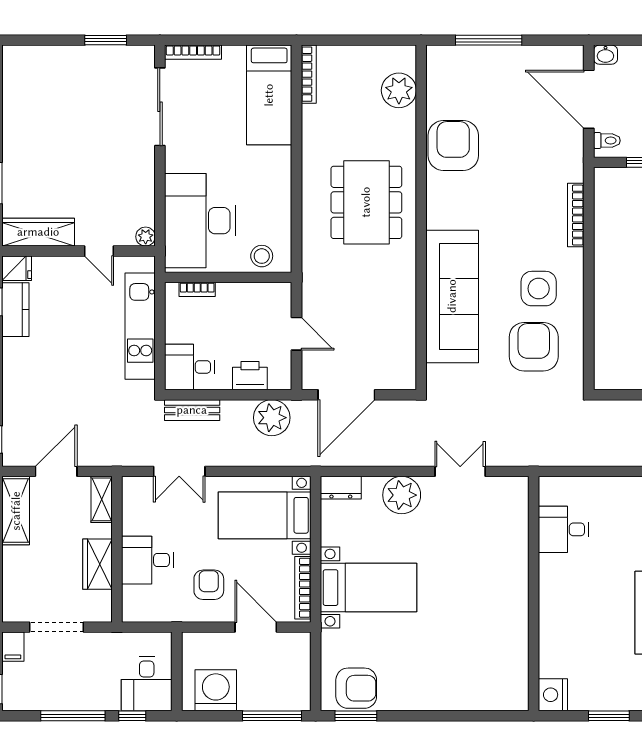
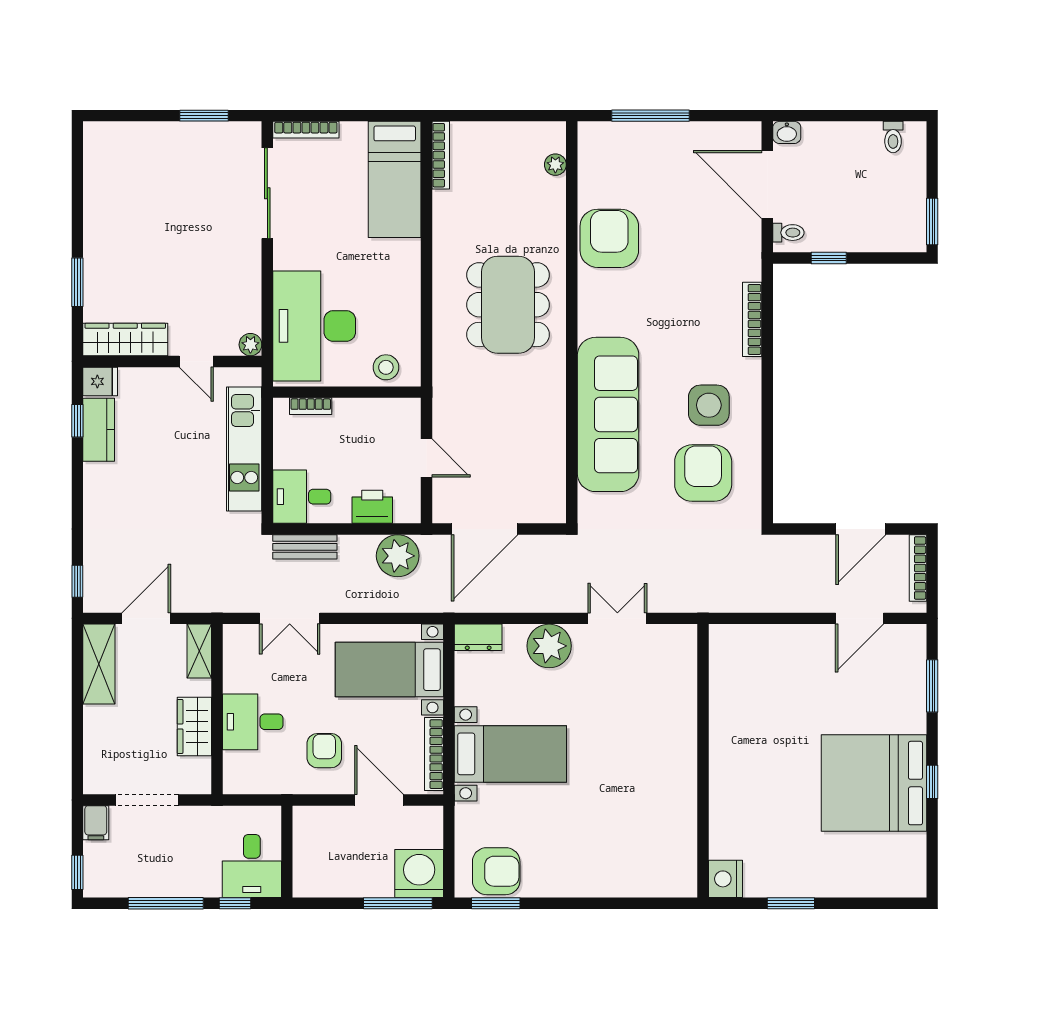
plant: (399, 90) -> (555, 165), width x0.53, depth x0.53
desk: (563, 529) -> (738, 686), removed
washing machine: (216, 690) -> (419, 874), moved

